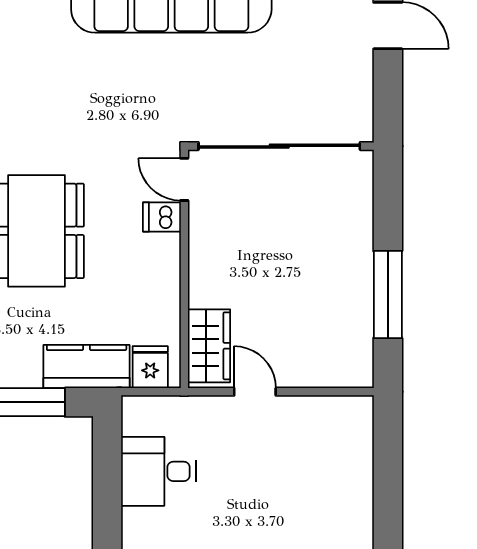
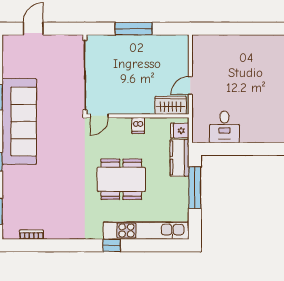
dishwasher: (162, 217) -> (138, 126), moved
window: (388, 294) -> (134, 29), moved

